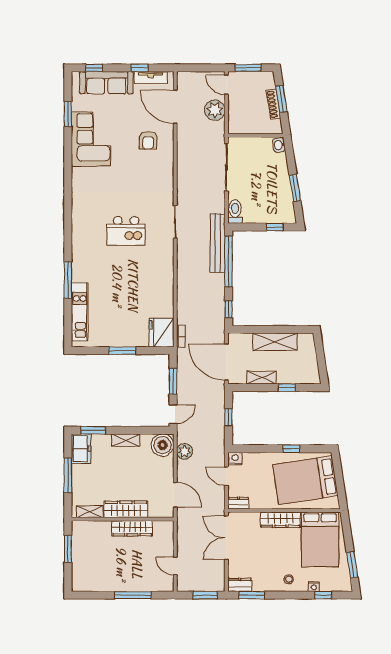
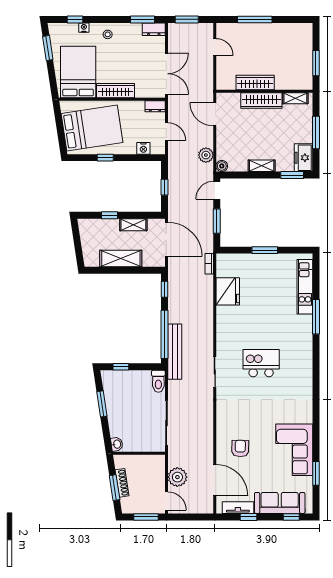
fridge: (161, 333) -> (228, 291), moved
boiler: (163, 445) -> (222, 166), width x0.54, depth x0.54
nightstand: (235, 459) -> (143, 148), moved

